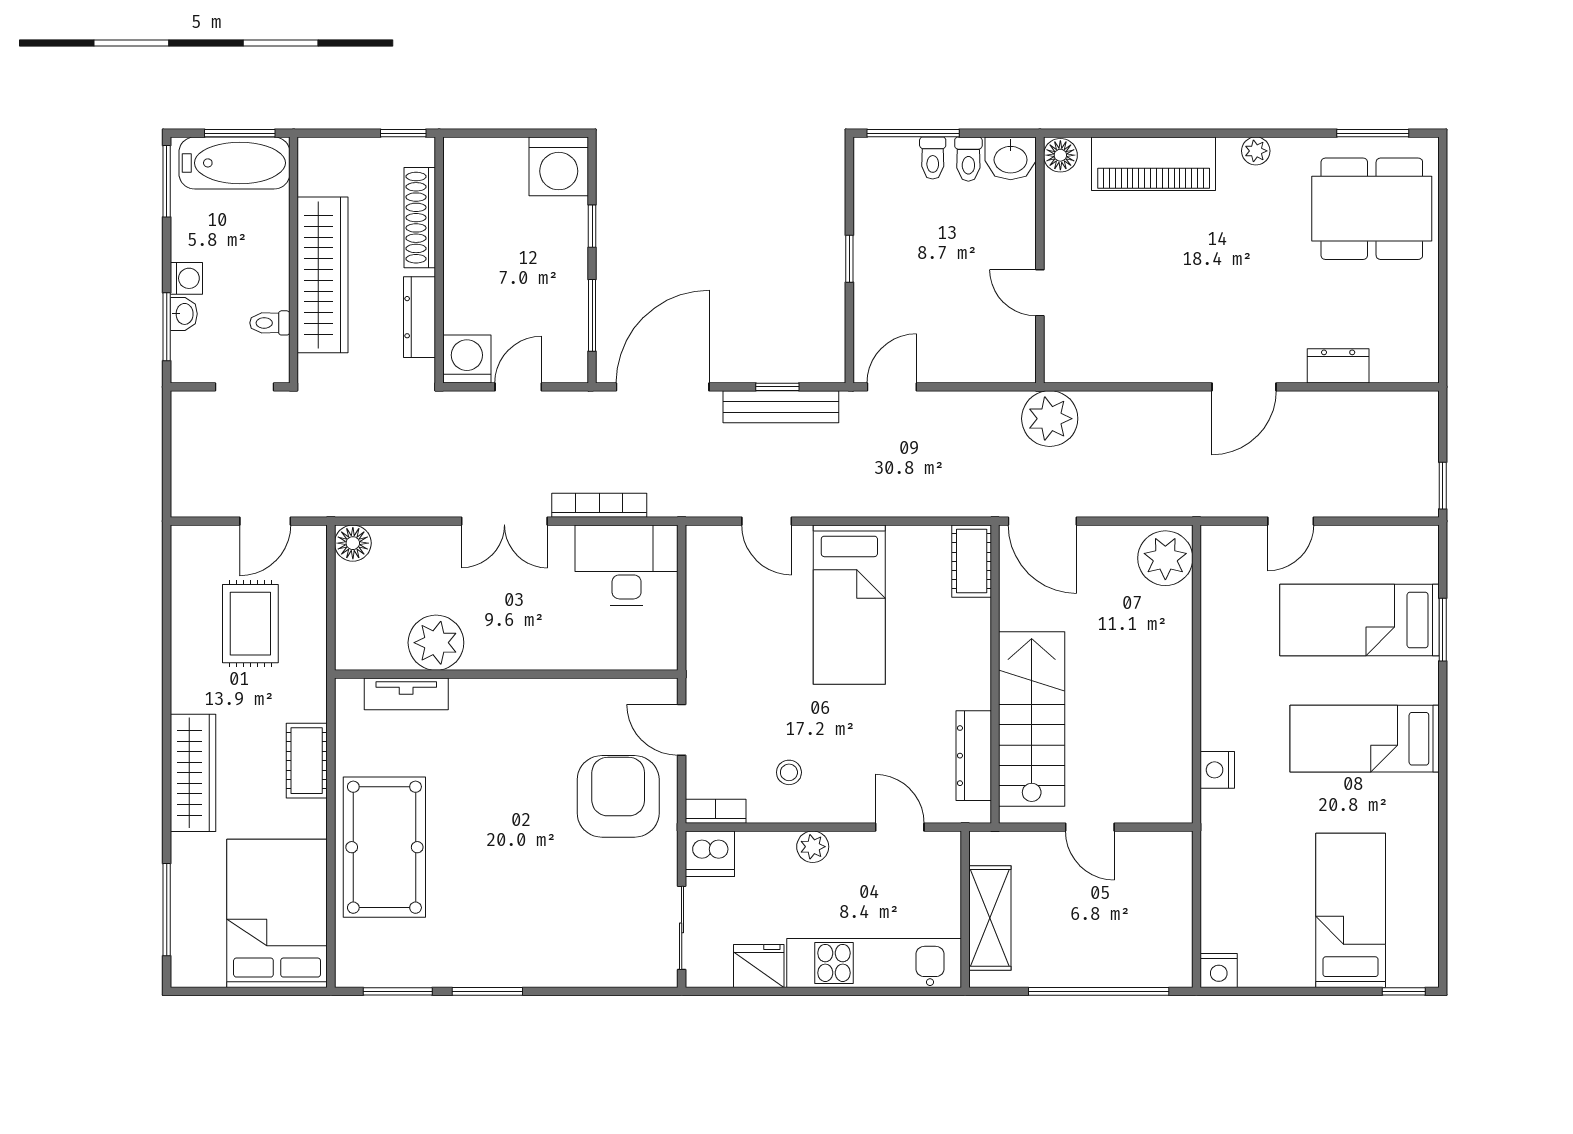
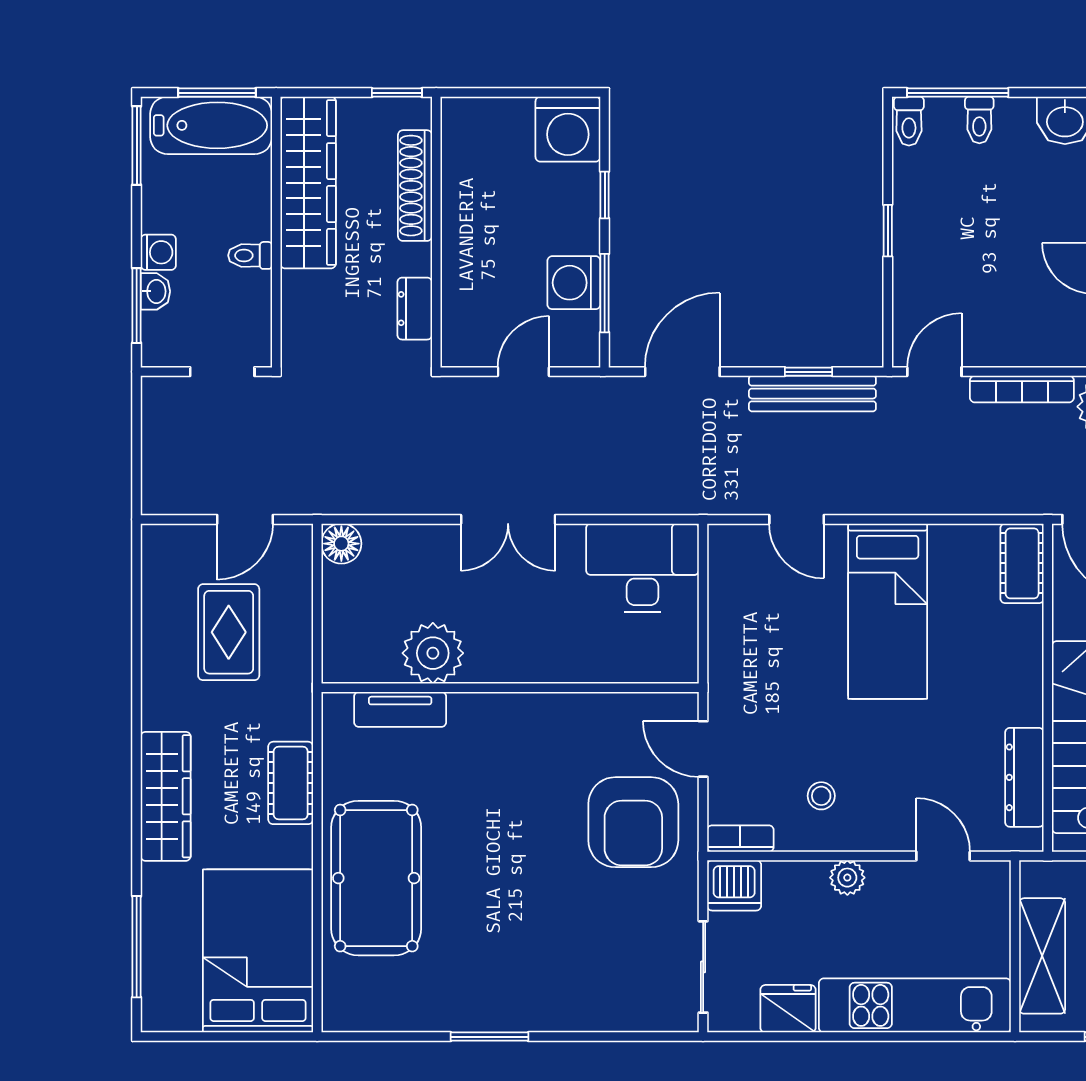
toilet: (968, 159) -> (909, 121), moved
wardrobe: (323, 275) -> (308, 183), moved
dresser: (419, 317) -> (415, 309), width x0.70
toilet: (270, 323) -> (250, 255), moved
washing machine: (467, 359) -> (574, 283), moved, turned -90
door: (663, 387) -> (682, 372), width x0.73
bookcase: (599, 505) -> (1022, 389), moved, turned 180
armchair: (618, 796) -> (633, 822), turned 180
window: (398, 991) -> (391, 1037), removed

